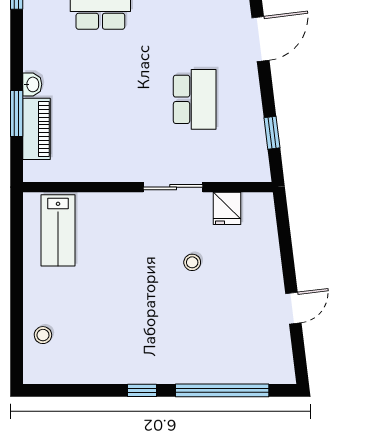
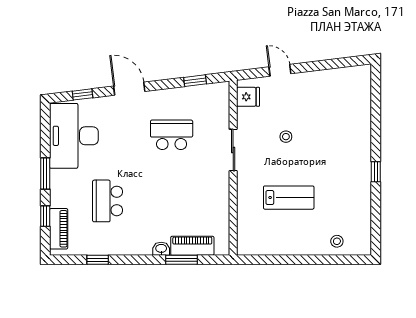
fridge: (227, 208) -> (248, 97), moved
lab bench: (58, 230) -> (289, 198), moved
door: (293, 308) -> (280, 70), moved
window: (222, 390) -> (376, 116), removed

